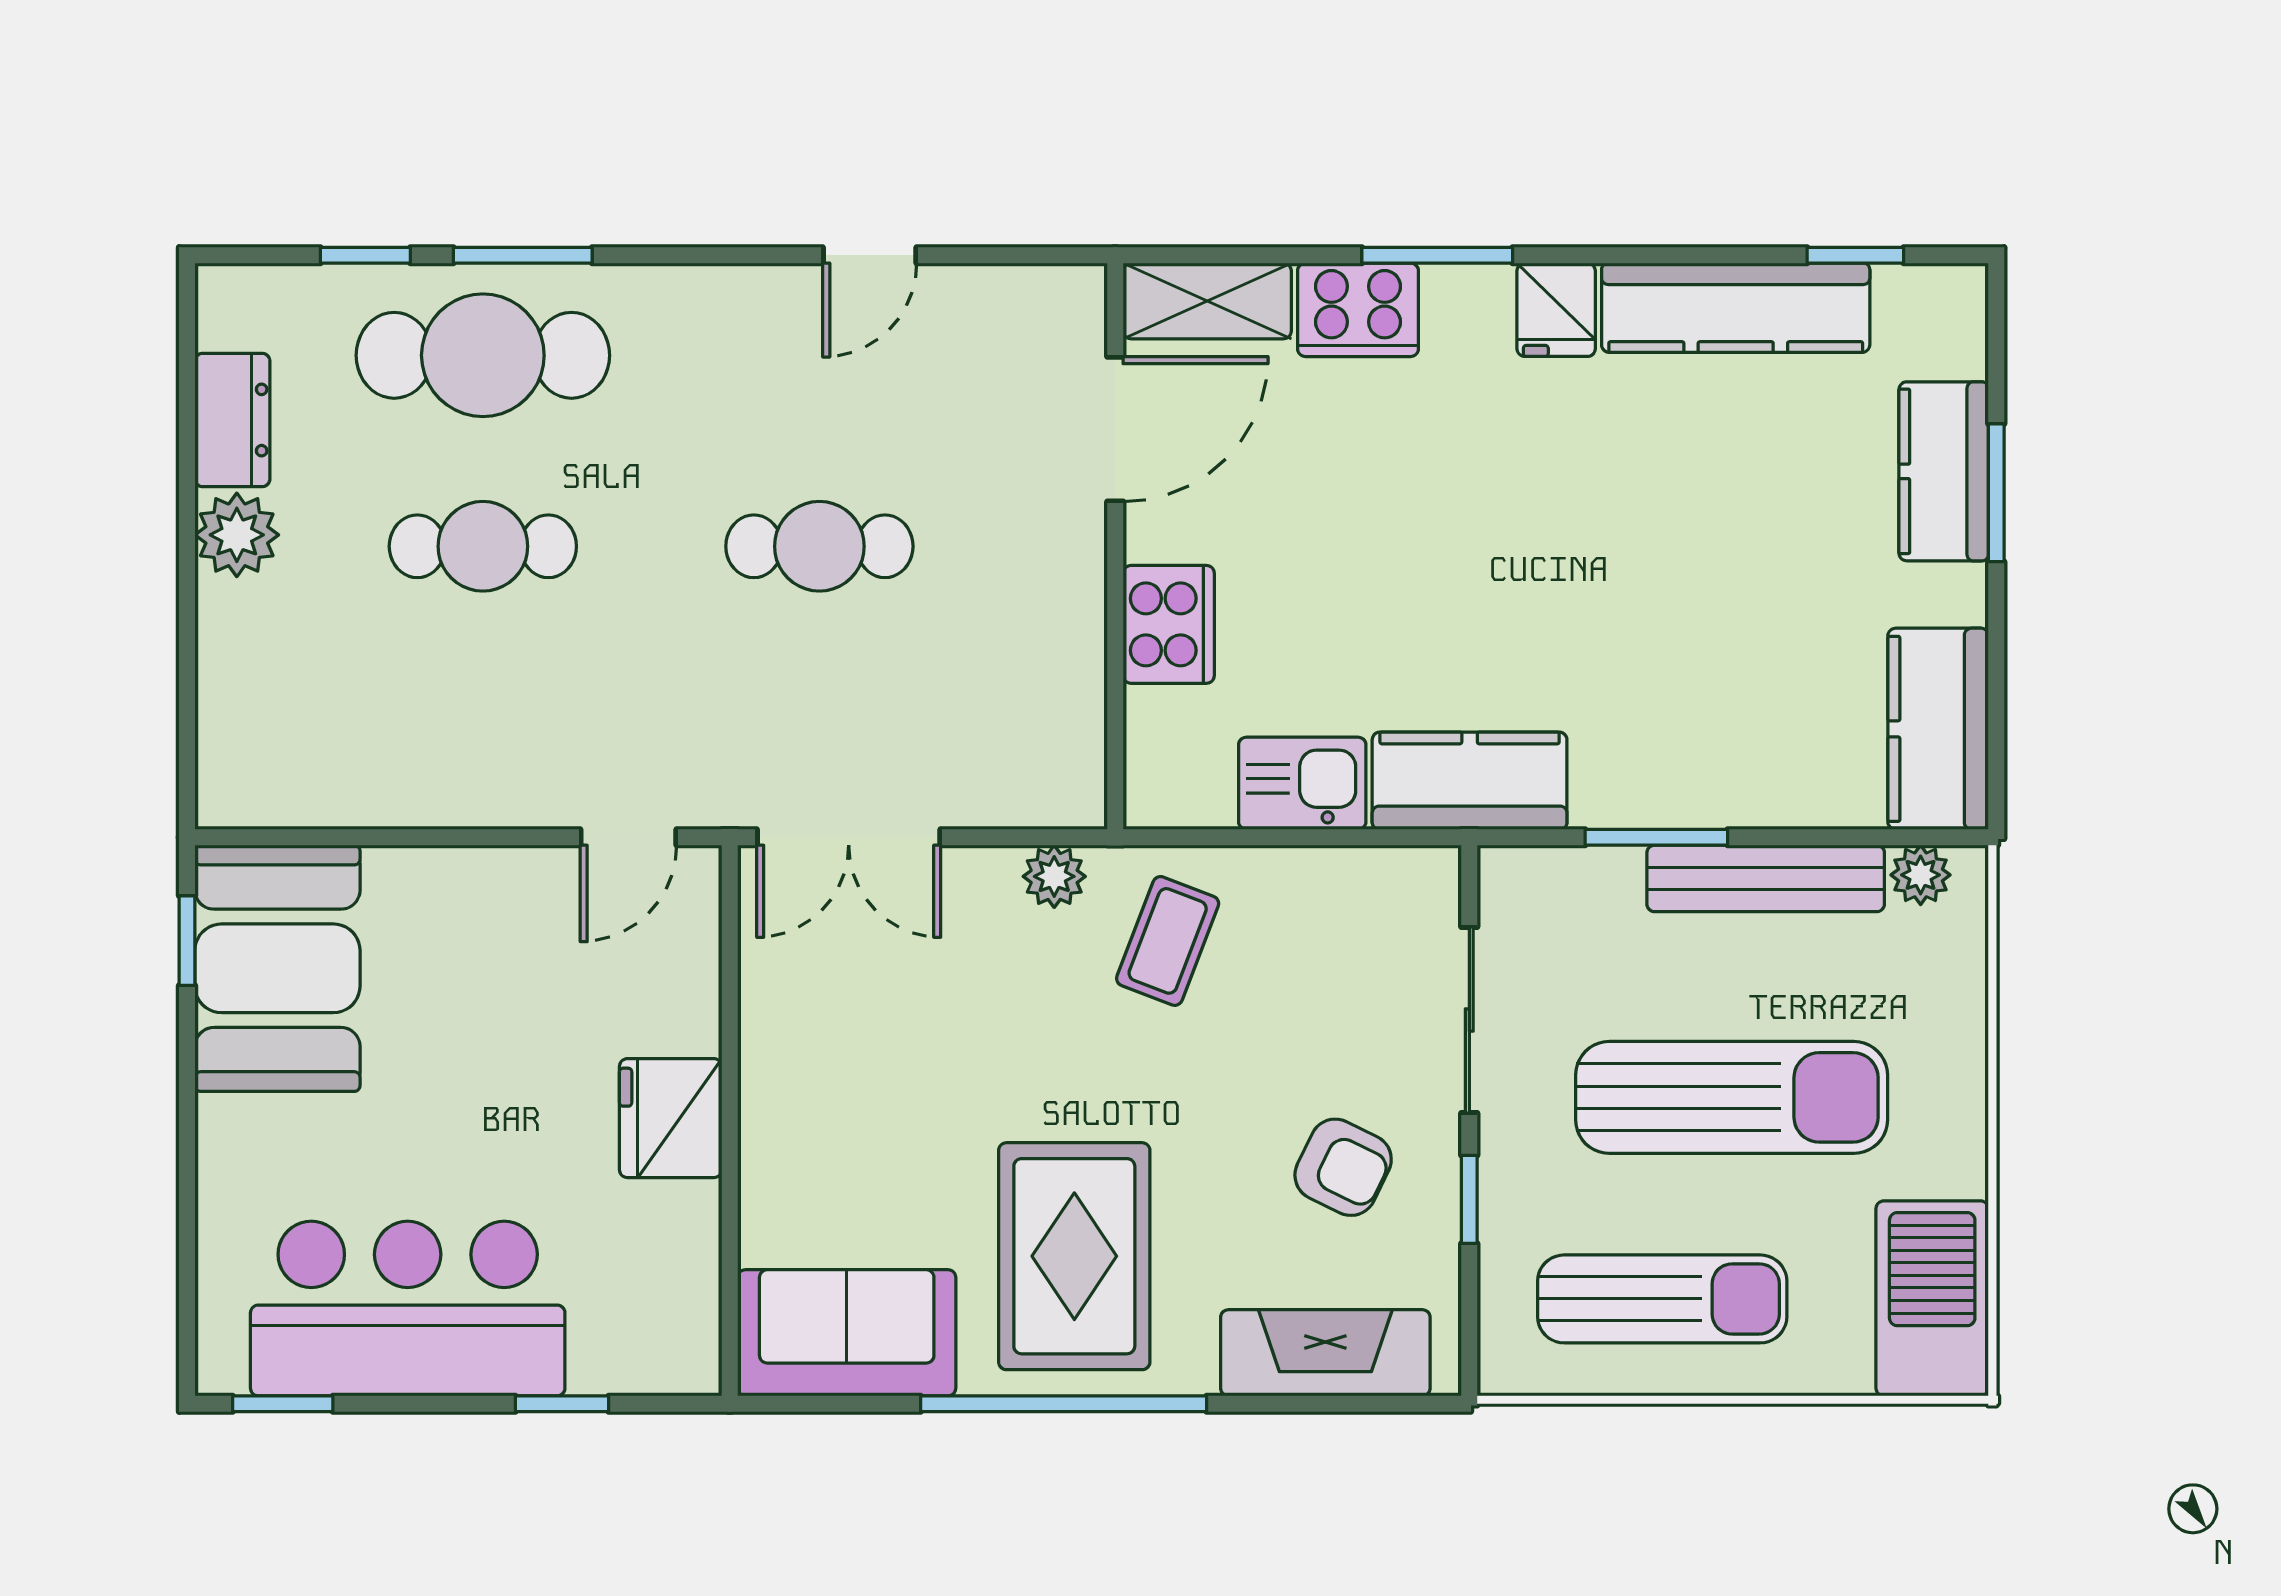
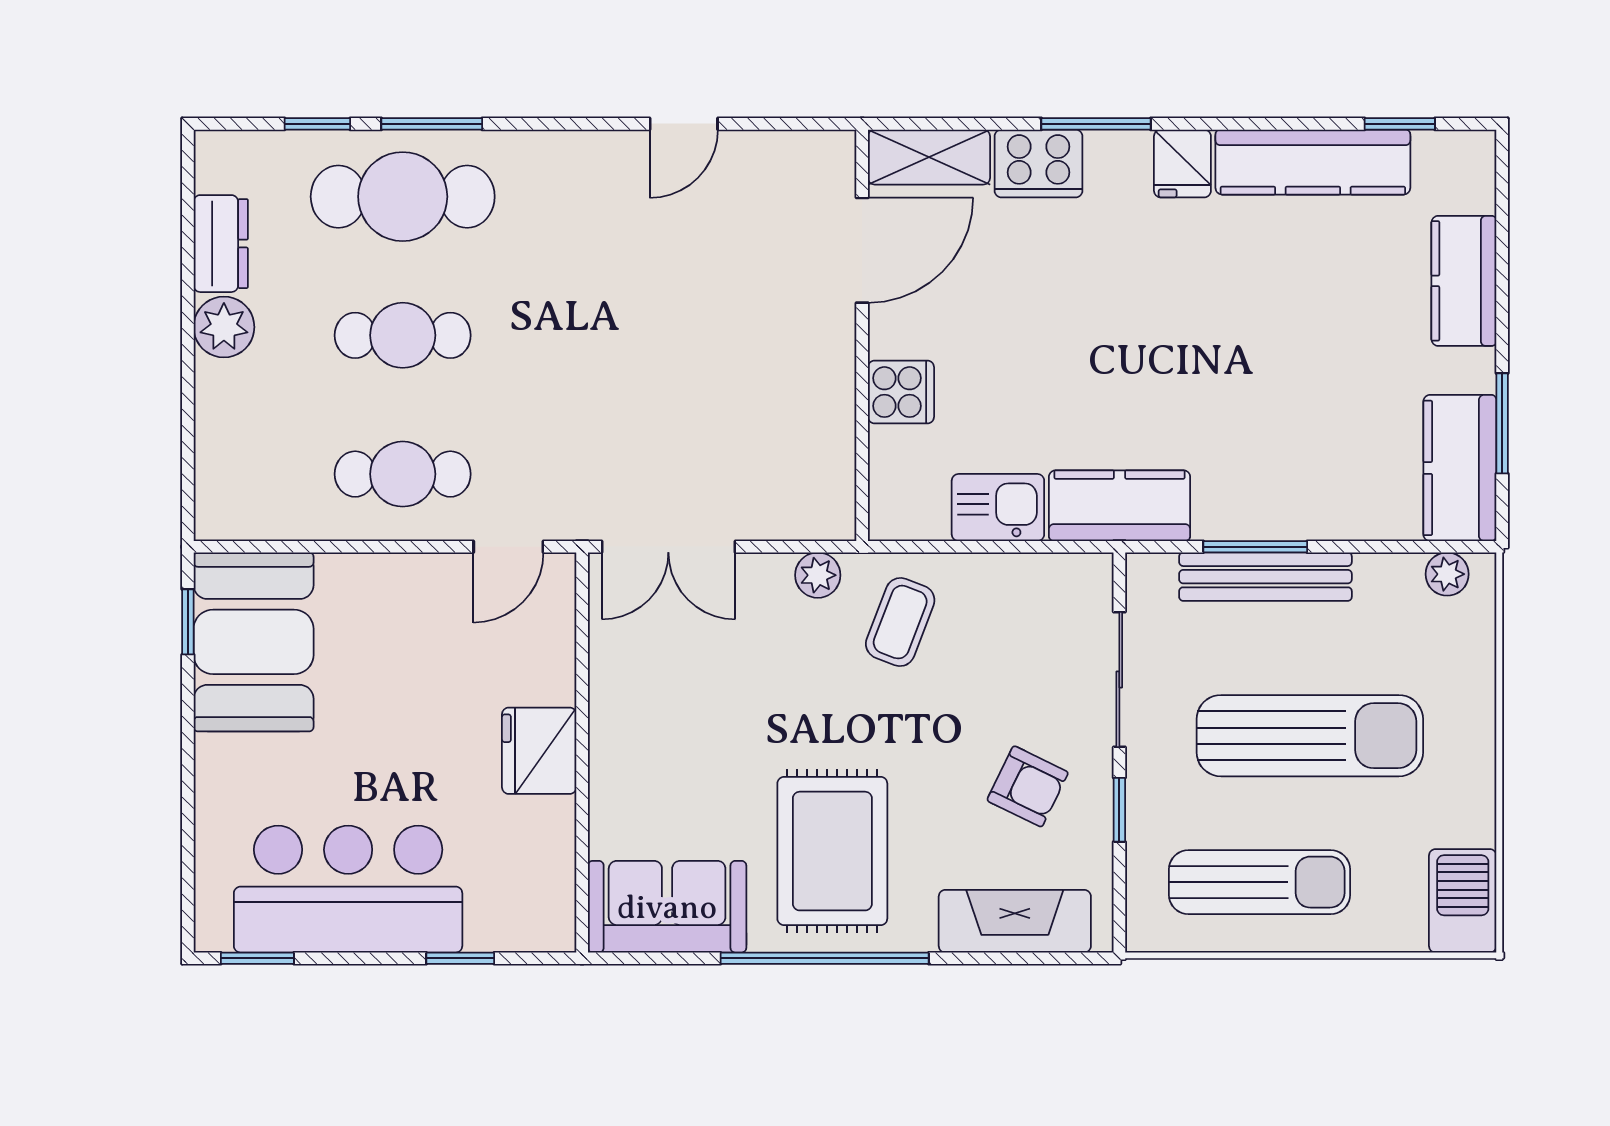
window: (1996, 493) -> (1502, 423), moved
cafe table: (819, 546) -> (403, 474), moved
cooker: (1169, 624) -> (901, 392), width x0.73
bench: (1766, 878) -> (1265, 577), moved
barbecue: (1932, 1298) -> (1463, 901), width x0.73, depth x0.83

